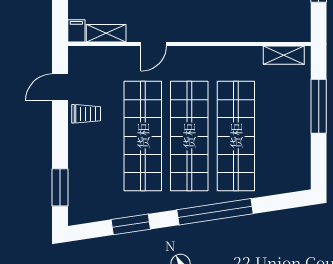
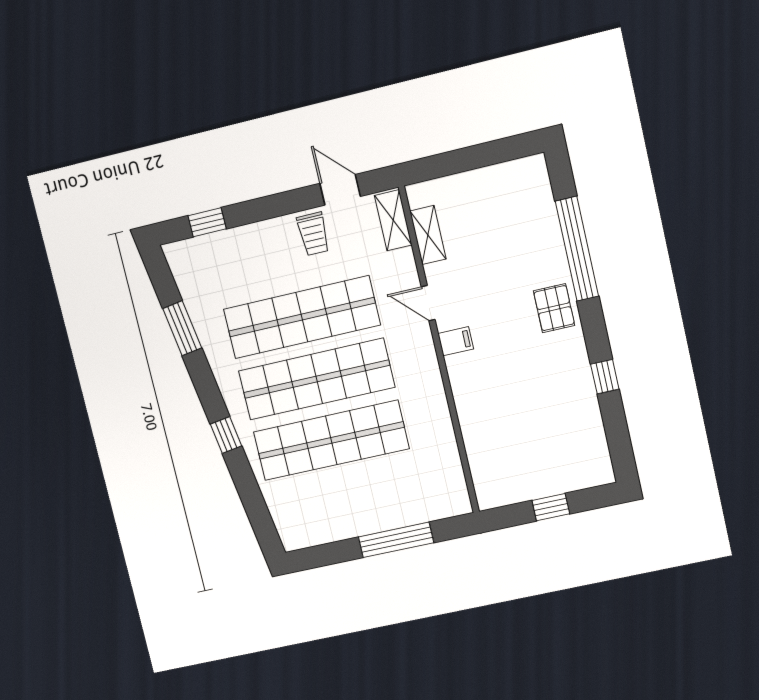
filing cabinet: (76, 31) -> (456, 341), moved
shelving: (284, 55) -> (393, 220), moved
window: (60, 187) -> (207, 222), width x0.67
window: (215, 212) -> (226, 435), width x0.32

